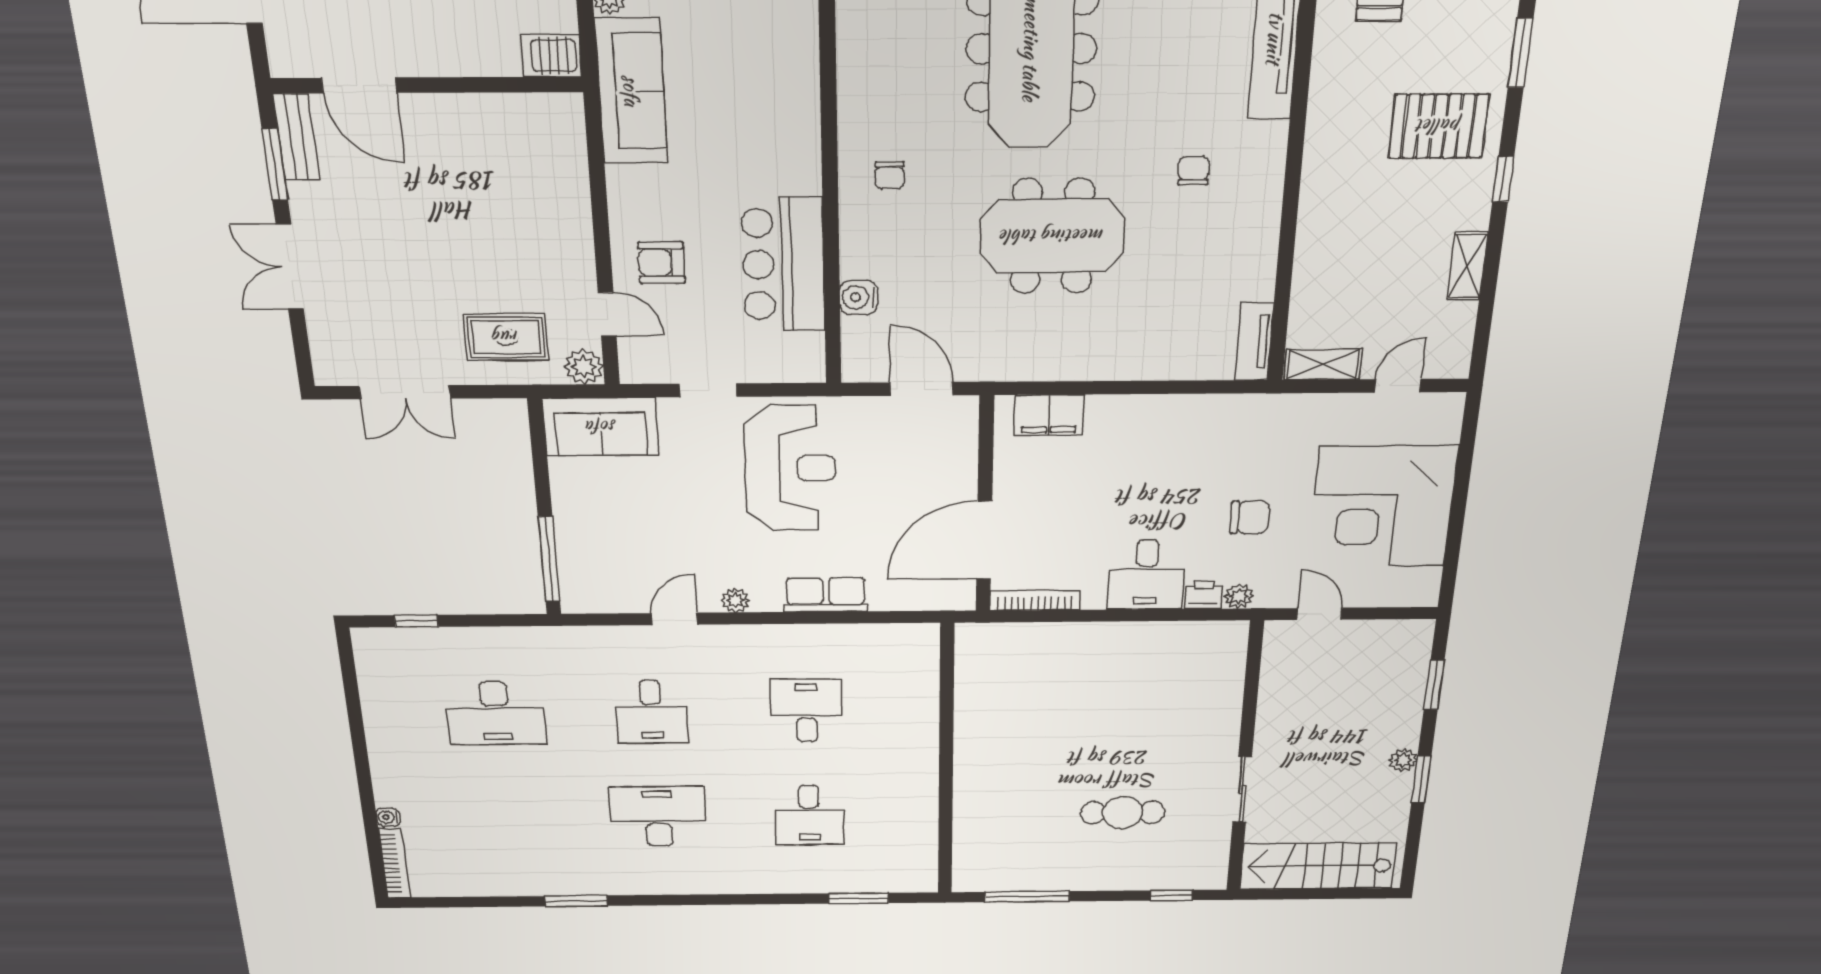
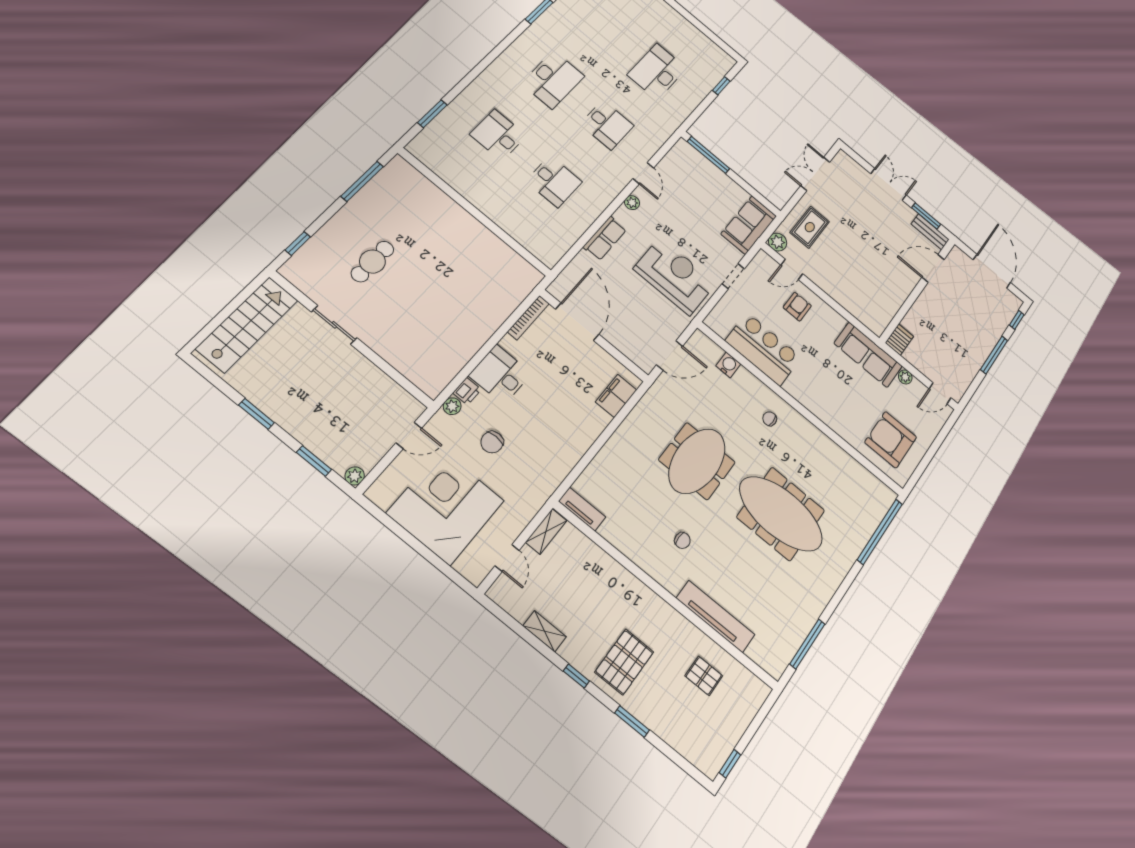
reception desk: (790, 468) -> (675, 276), turned 180
desk: (651, 712) -> (607, 125), turned 180
plant: (1403, 760) -> (355, 476), moved

